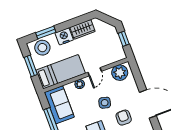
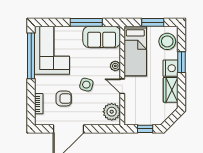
window: (46, 33) -> (182, 62), moved

